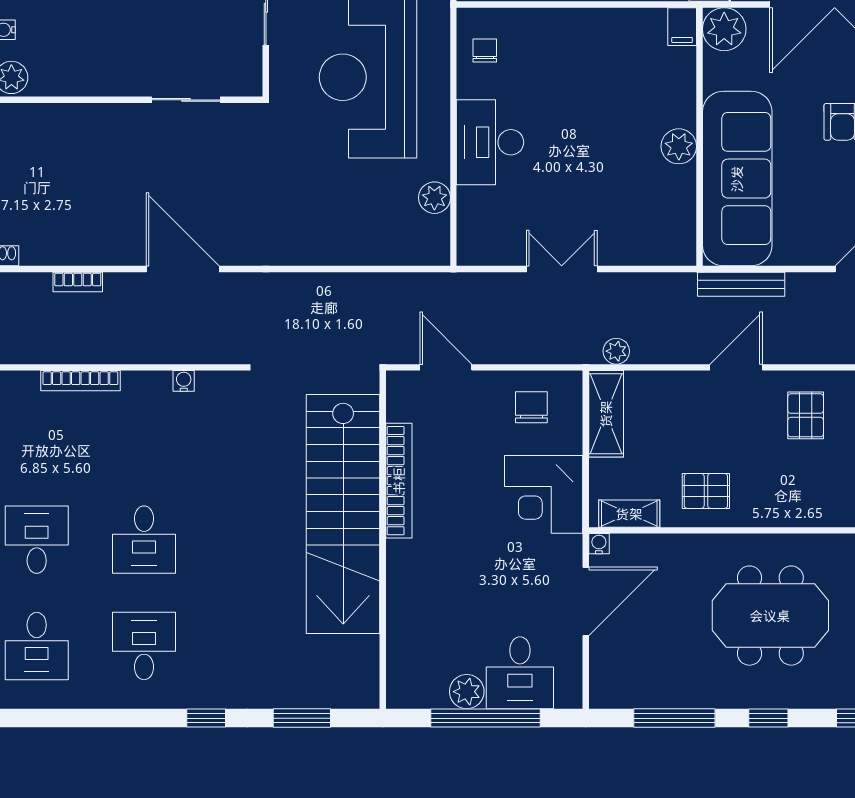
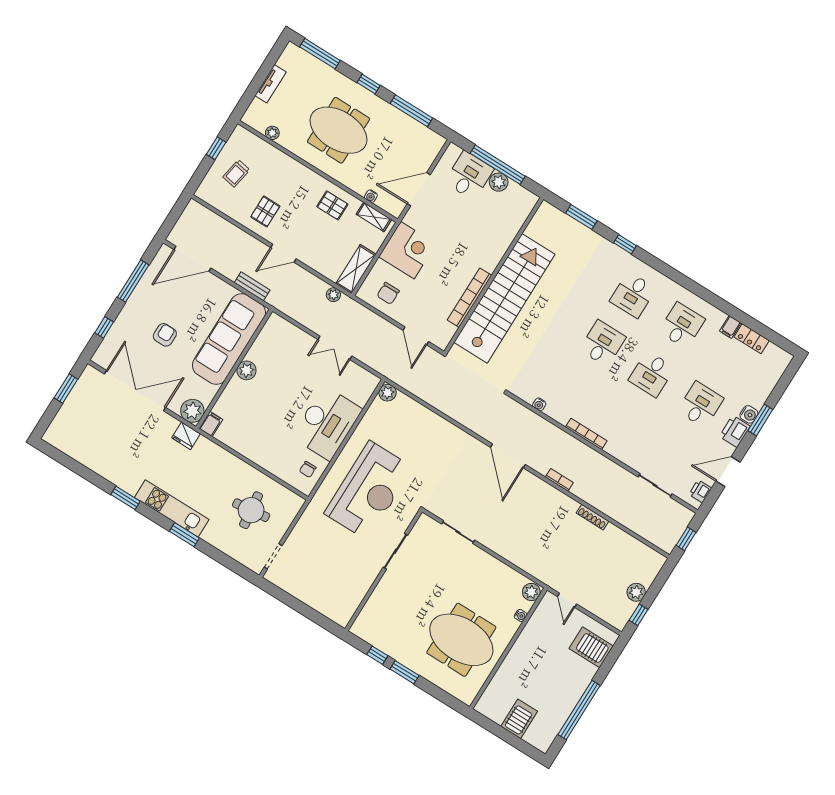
desk: (490, 142) -> (327, 423), width x1.36, depth x1.30
plant: (434, 198) -> (387, 393), moved
bench: (741, 284) -> (252, 286), width x0.73
water cooler: (599, 544) -> (371, 196), moved

